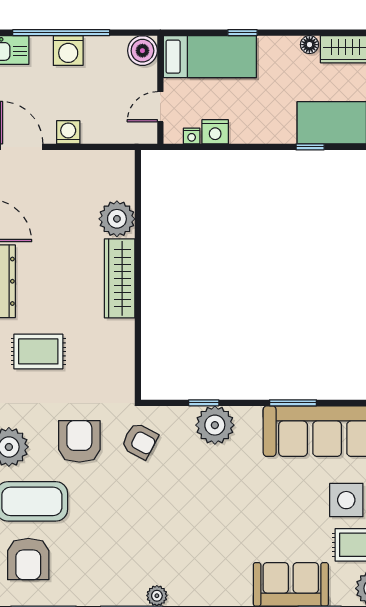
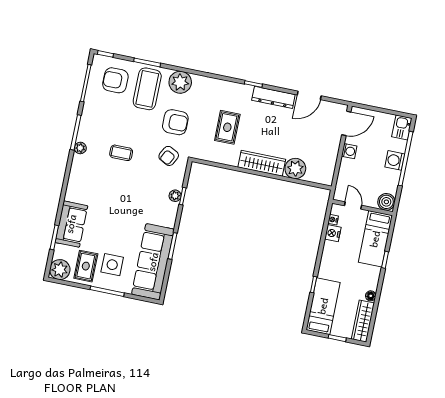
rug: (38, 351) -> (227, 127), moved
plant: (215, 425) -> (175, 196), width x0.53, depth x0.53
coffee table: (151, 524) -> (121, 153), added

